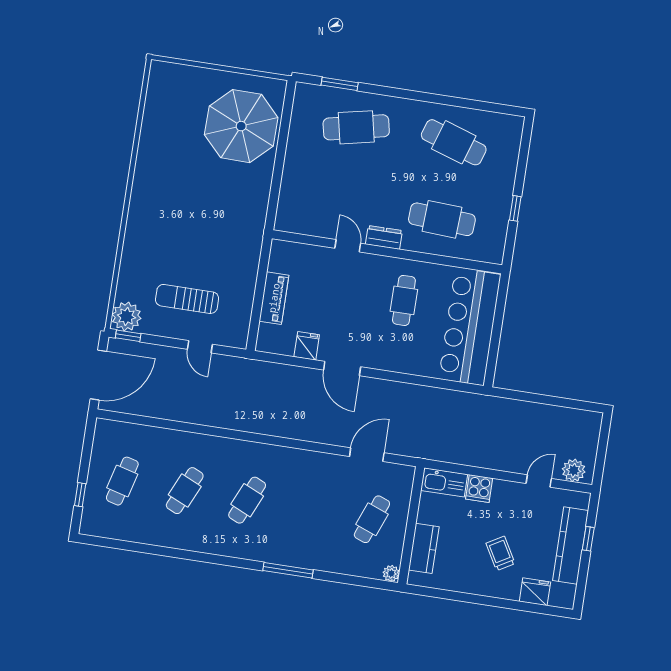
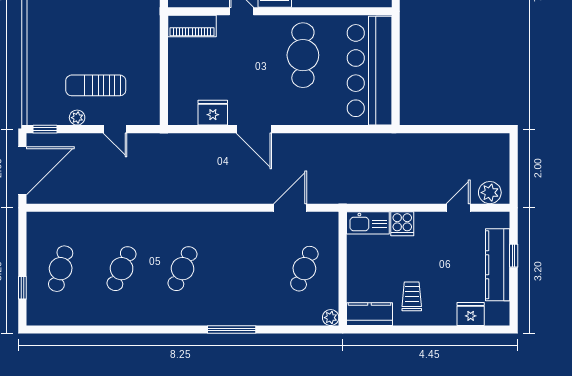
piano: (274, 298) -> (192, 26), moved, turned 90
cafe table: (404, 300) -> (303, 55), width x1.37, depth x1.35
plant: (126, 316) -> (77, 118), moved, width x0.53, depth x0.53
fridge: (307, 346) -> (213, 113), width x1.38
kitchen counter: (424, 548) -> (370, 314), moved, turned -90
trolley: (501, 553) -> (412, 296), moved, turned 30

